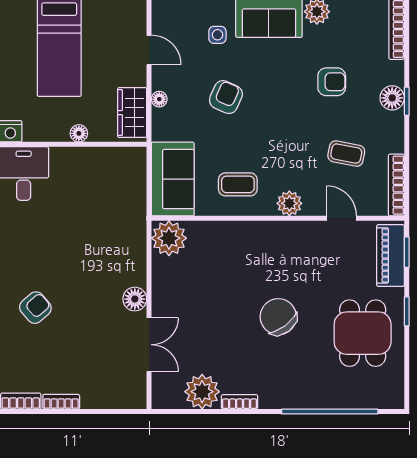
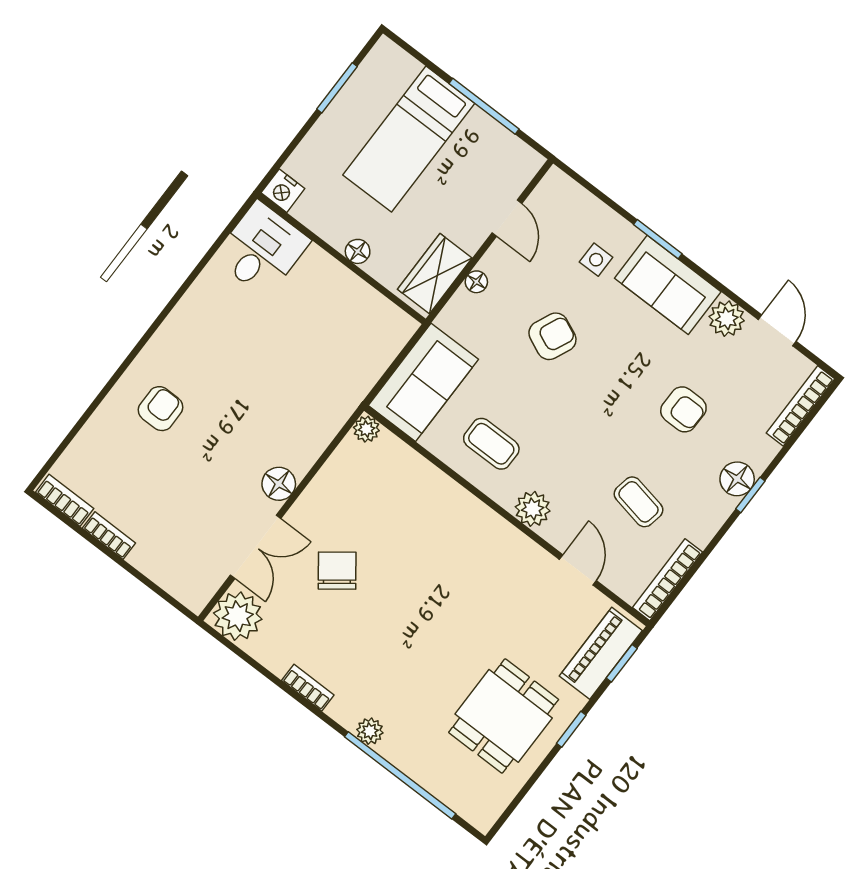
plant: (169, 238) -> (366, 429), width x0.53, depth x0.53
armchair: (35, 308) -> (161, 409), turned -49
chair: (278, 317) -> (337, 571), moved, width x0.73, depth x0.73
plant: (202, 392) -> (238, 616), moved
plant: (293, 400) -> (370, 731), added

